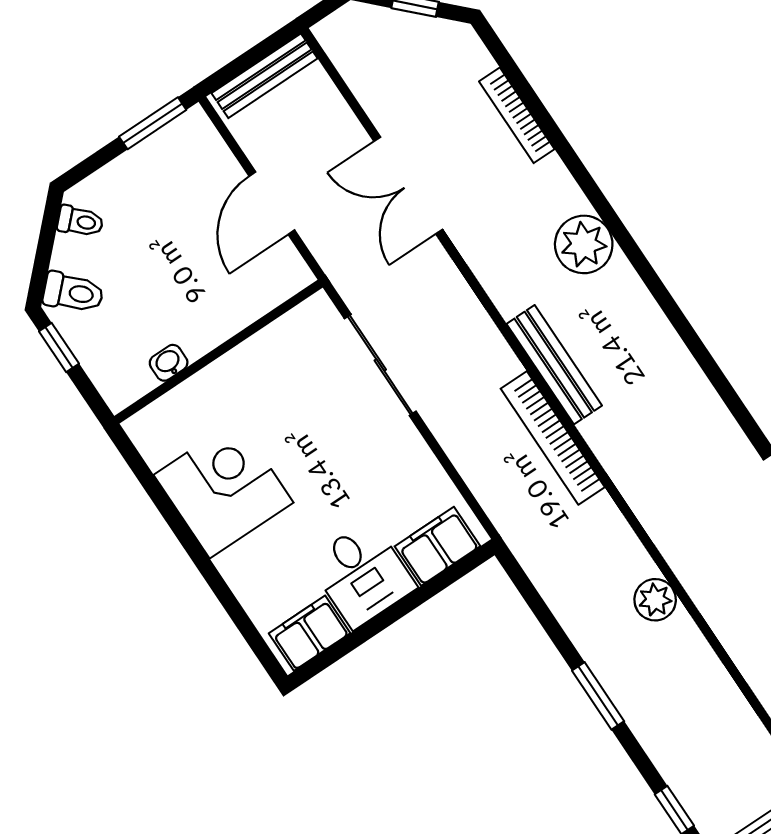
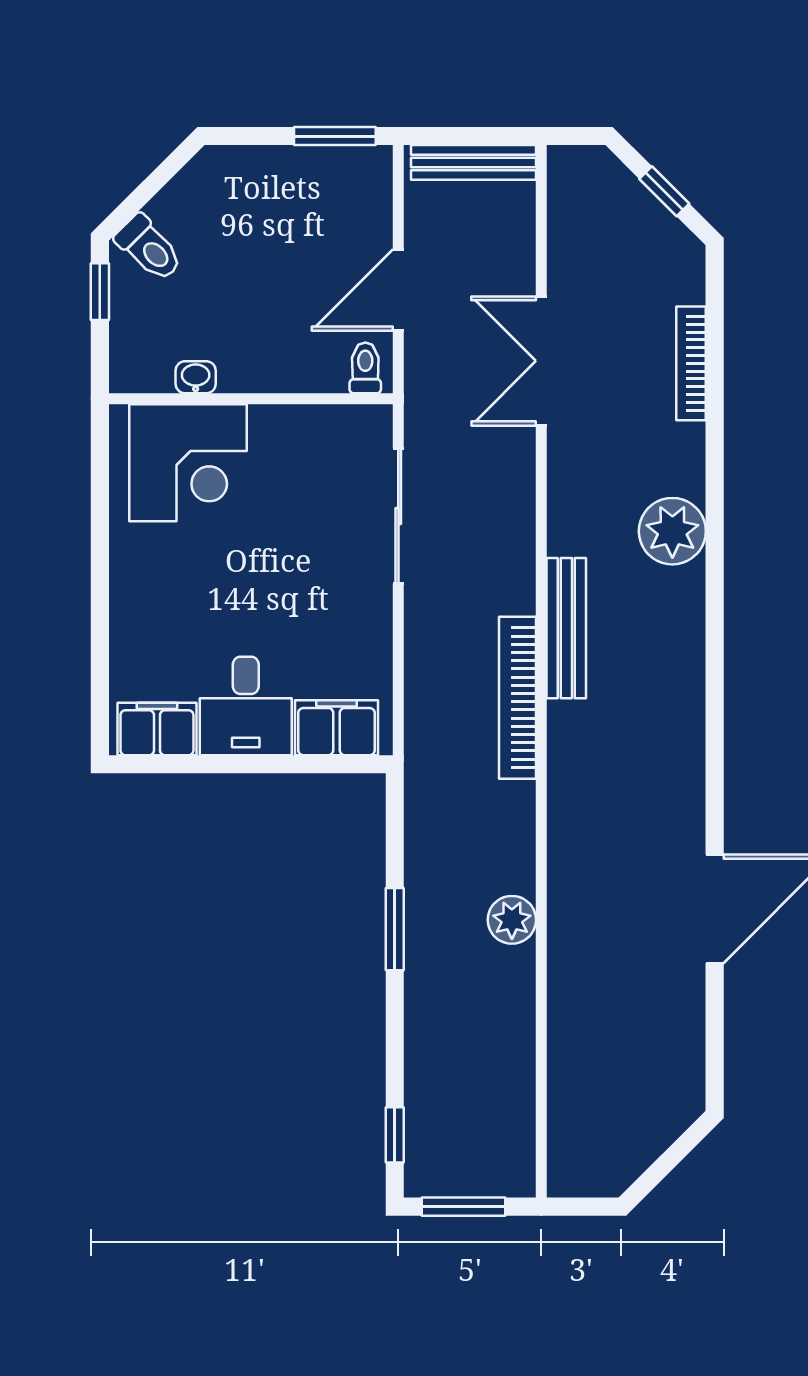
toilet: (80, 221) -> (365, 368), moved, turned -135
corner desk: (224, 489) -> (188, 463), moved, turned 90
window: (598, 696) -> (395, 929), moved

